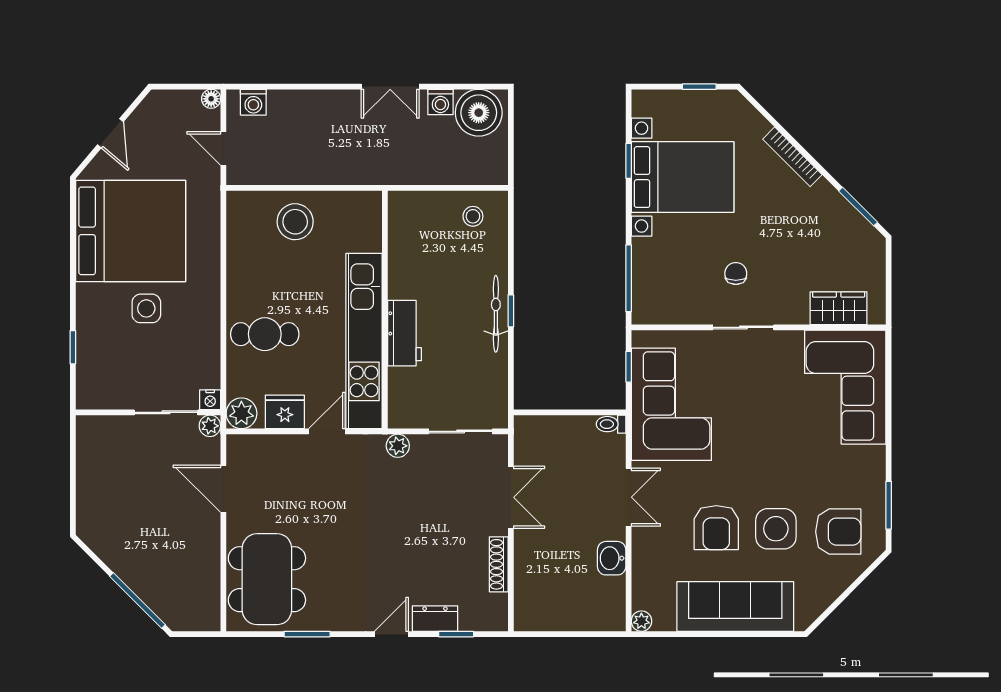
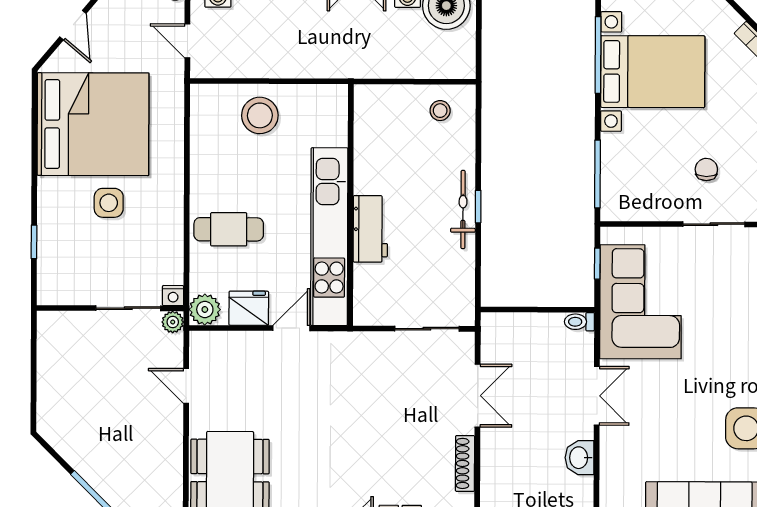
window: (629, 161) -> (598, 55), width x2.17
plant: (398, 446) -> (363, 343), removed
door: (223, 489) -> (186, 386), width x0.73
armchair: (716, 528) -> (686, 427), removed

